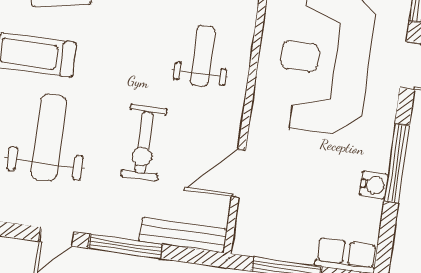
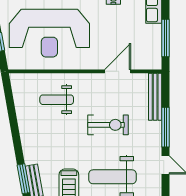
door: (238, 173) -> (118, 71), swing flipped

